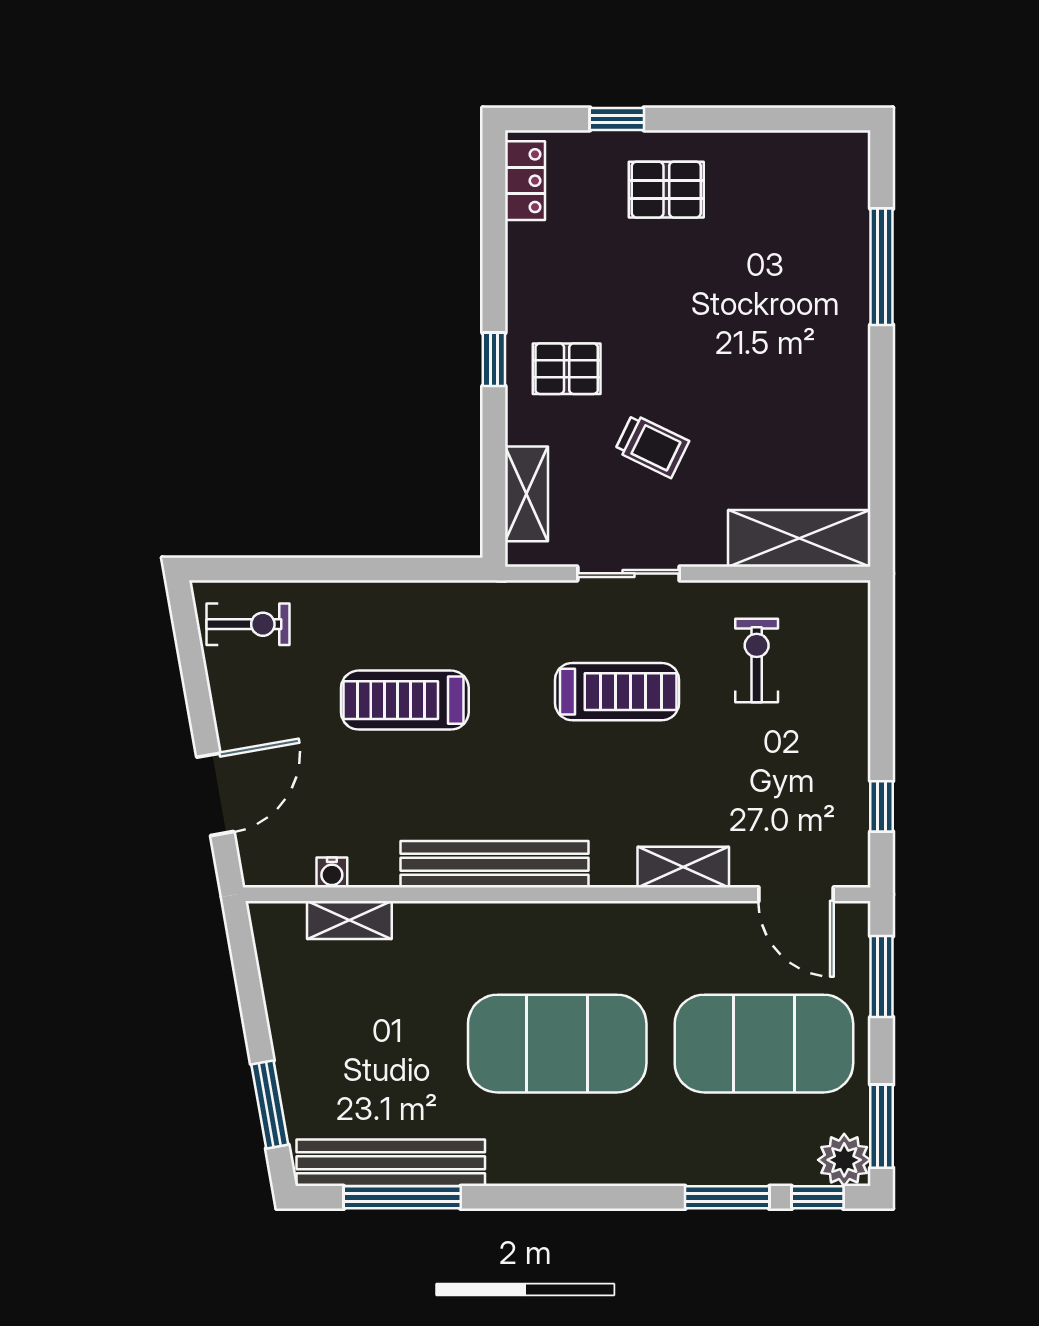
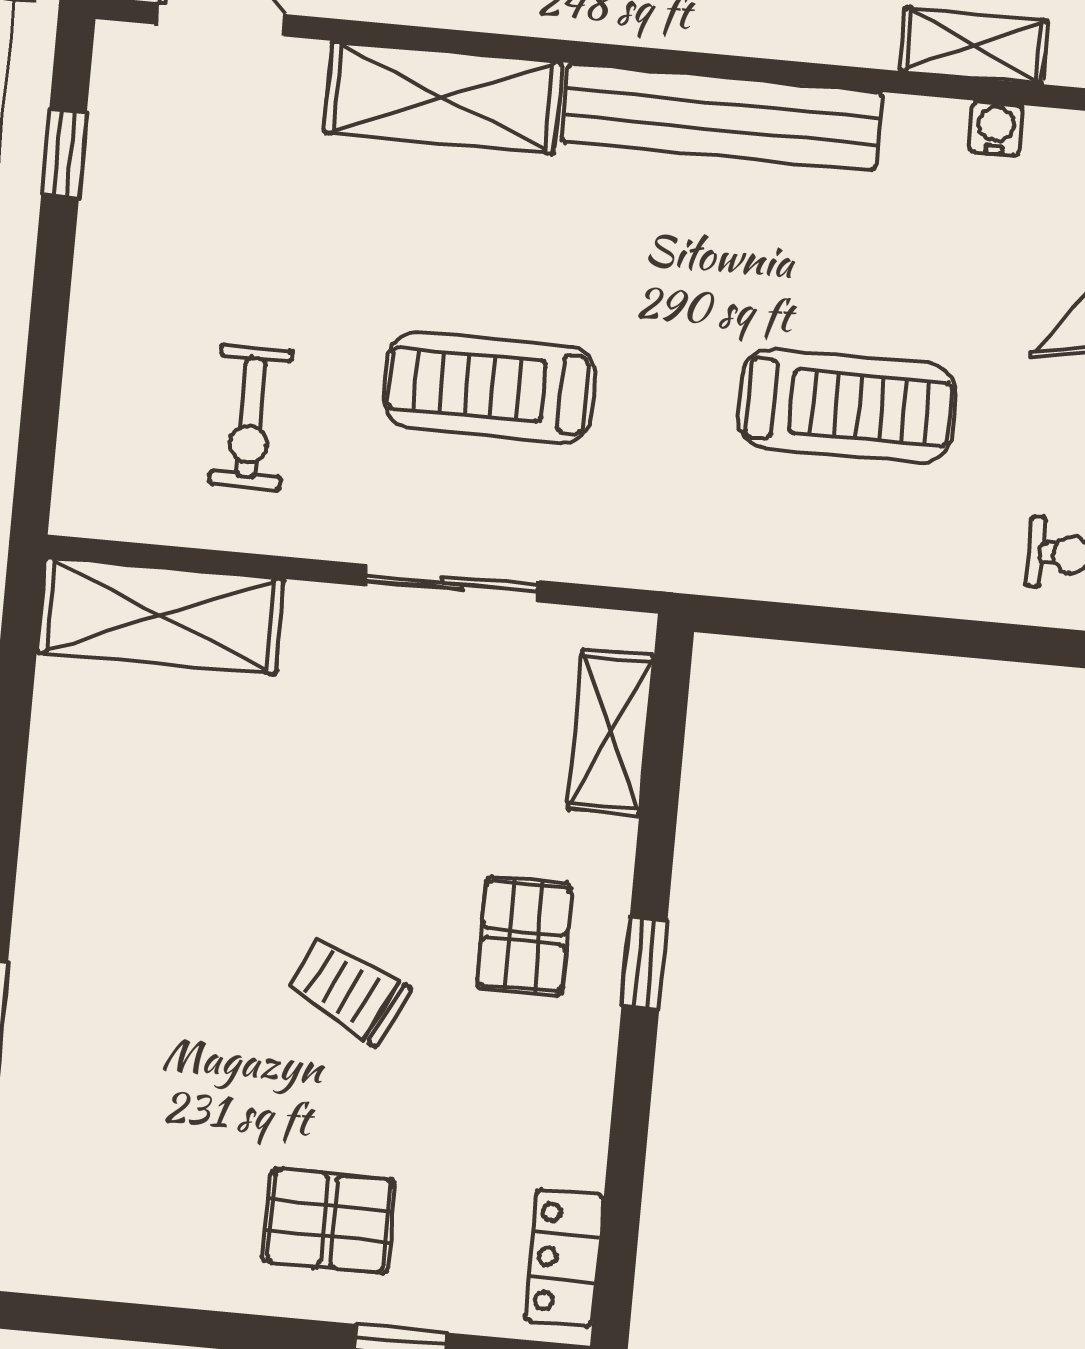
pallet: (567, 369) -> (524, 936), turned 90
trolley: (652, 446) -> (348, 990), moved
shelving: (683, 867) -> (443, 98), width x1.50, depth x1.33

